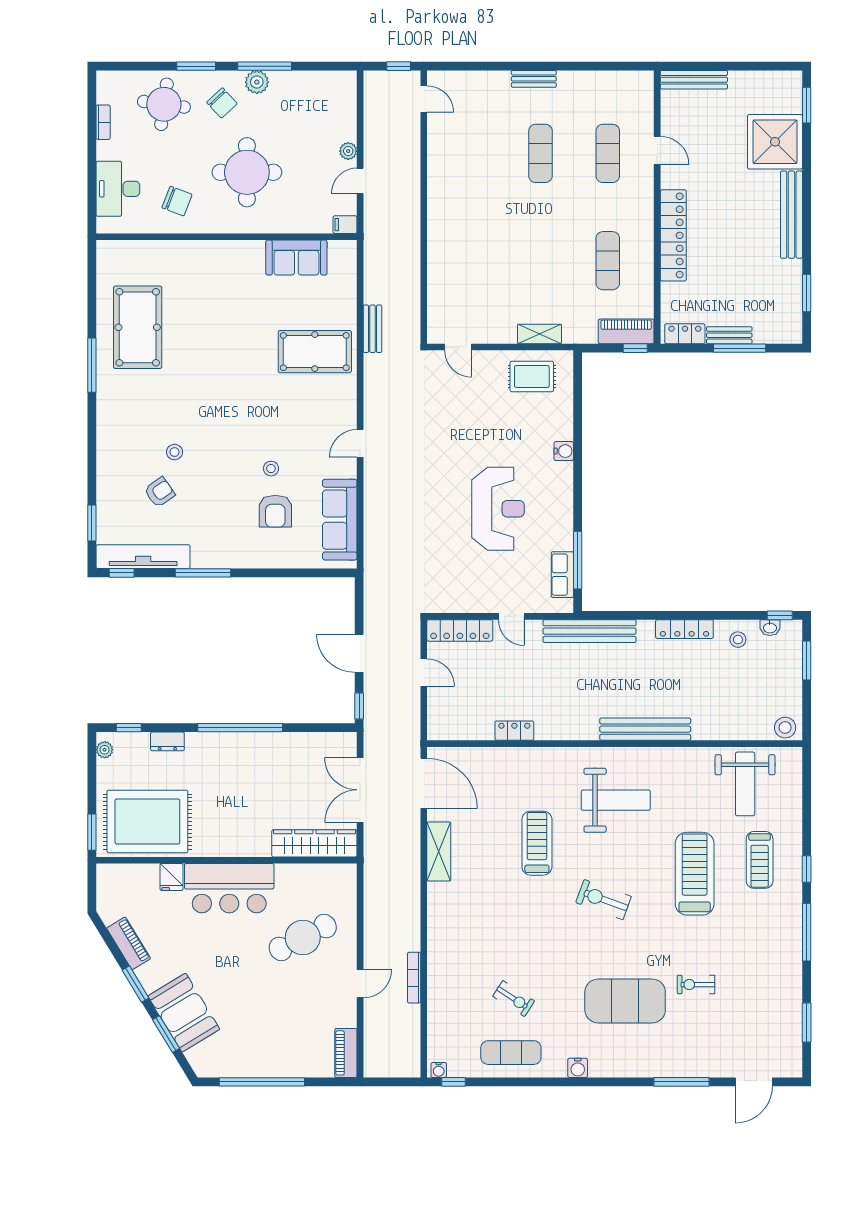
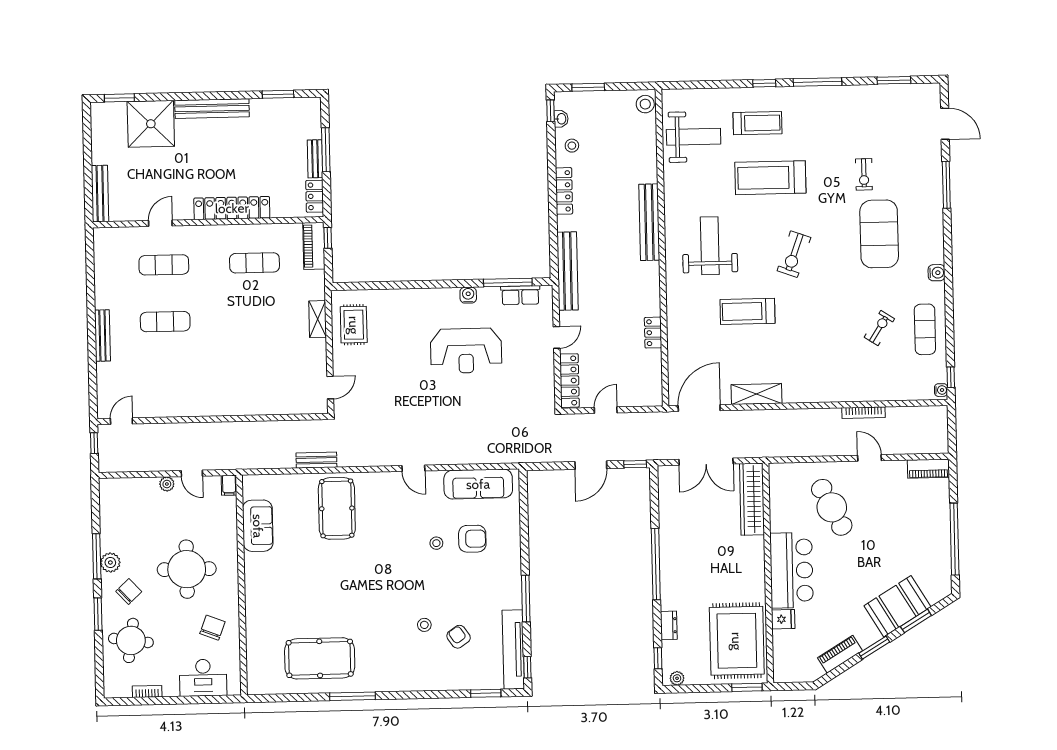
bench: (534, 79) -> (102, 336), width x1.36
water cooler: (564, 451) -> (468, 295), moved
reception desk: (498, 509) -> (466, 351), turned 180

